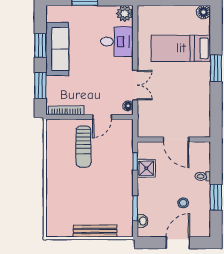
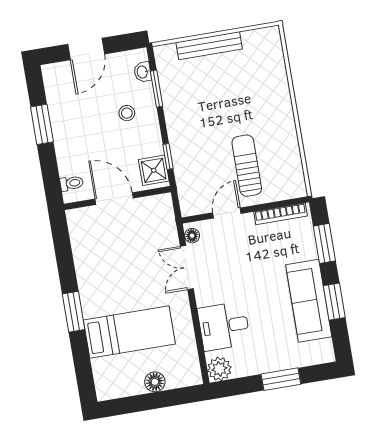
floor lamp: (203, 12) -> (155, 382), moved
shower: (146, 168) -> (154, 170), moved
toilet: (203, 176) -> (72, 183), moved
stool: (183, 203) -> (127, 113), moved

